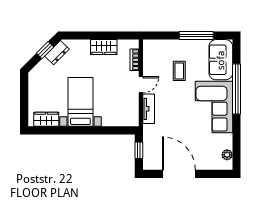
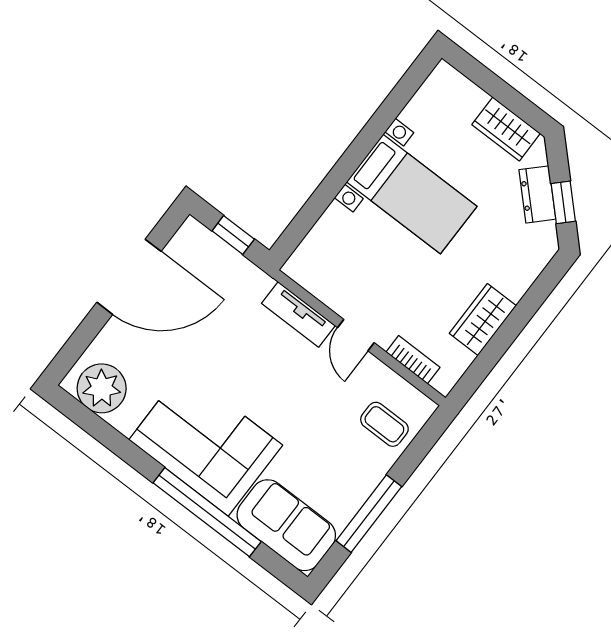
dresser: (57, 53) -> (537, 194), moved
coffee table: (179, 71) -> (384, 424), moved
wardrobe: (46, 119) -> (506, 129), moved, turned 90
plant: (227, 155) -> (102, 388), width x1.87, depth x1.87

